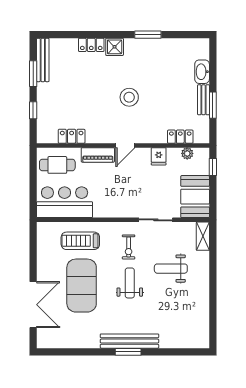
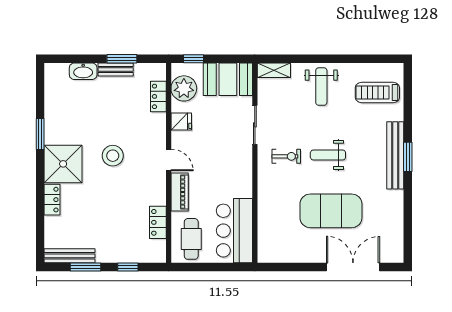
shower: (115, 47) -> (63, 164), width x1.86, depth x1.86
plant: (187, 153) -> (184, 88), width x1.87, depth x1.87
treadmill: (80, 241) -> (377, 93), moved, turned 90
weight bench: (171, 269) -> (321, 87), moved

